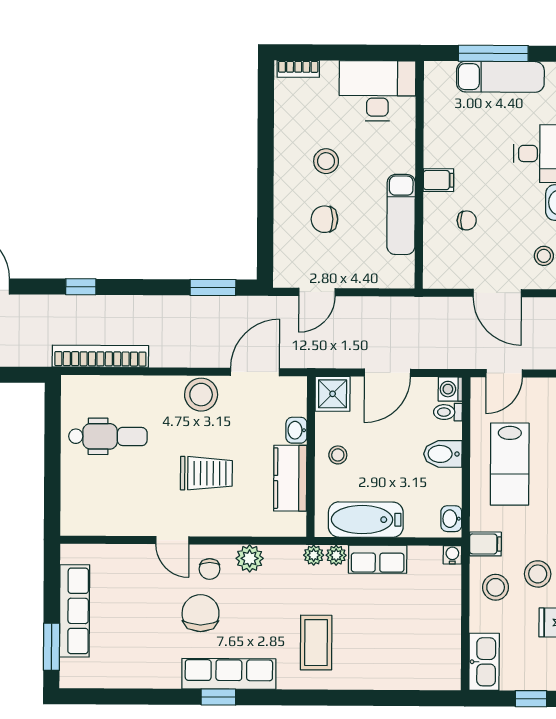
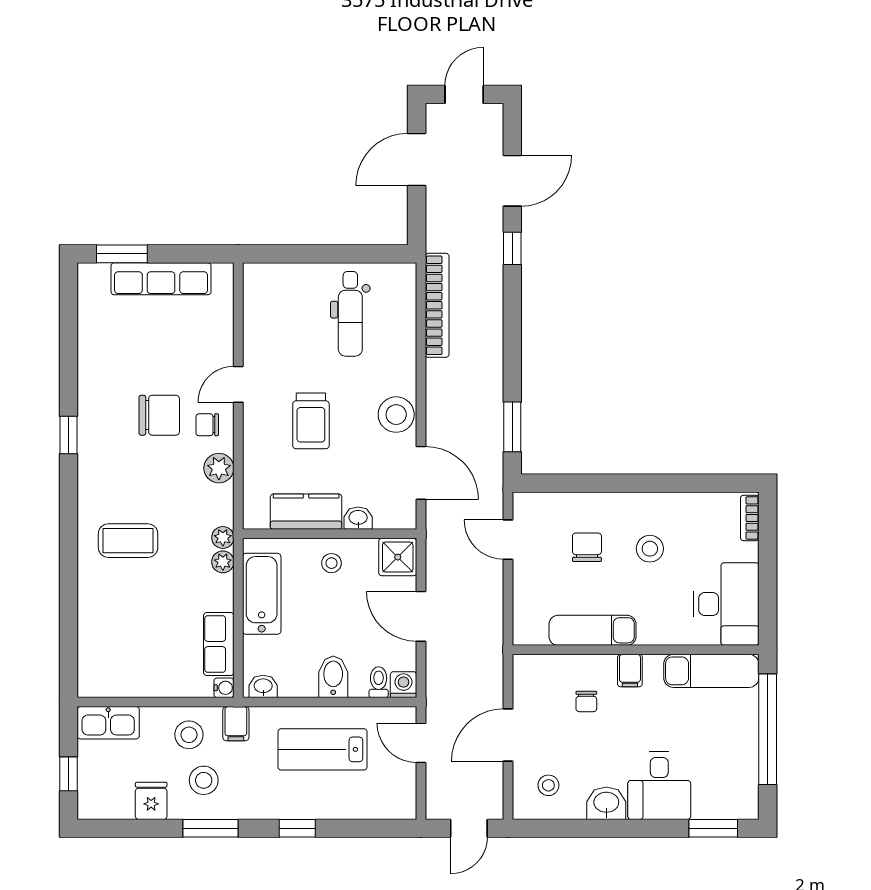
window: (493, 53) -> (768, 729), width x1.46
exam couch: (500, 77) -> (711, 671), moved, turned -90
window: (81, 287) -> (512, 248), moved
row of seats: (378, 559) -> (219, 644), moved
row of seats: (229, 674) -> (94, 446), removed

